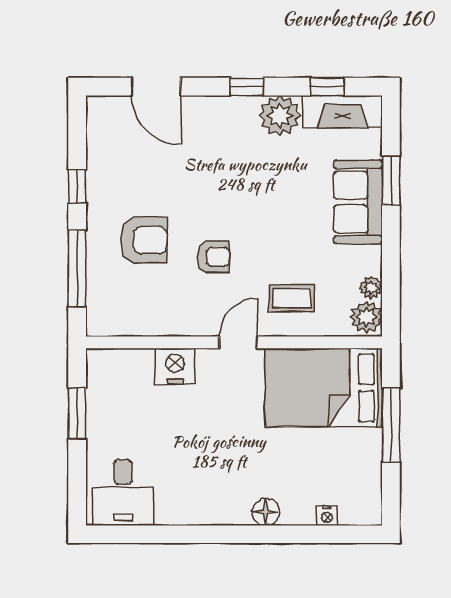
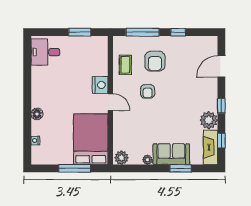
plant: (371, 288) -> (147, 160), moved
coffee table: (291, 298) -> (125, 65), moved
nightstand: (175, 366) -> (100, 85), moved

